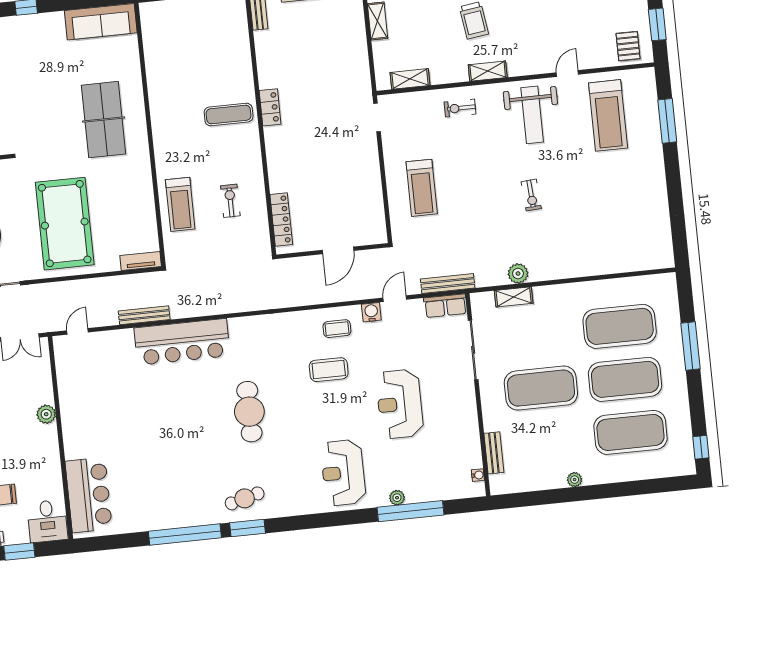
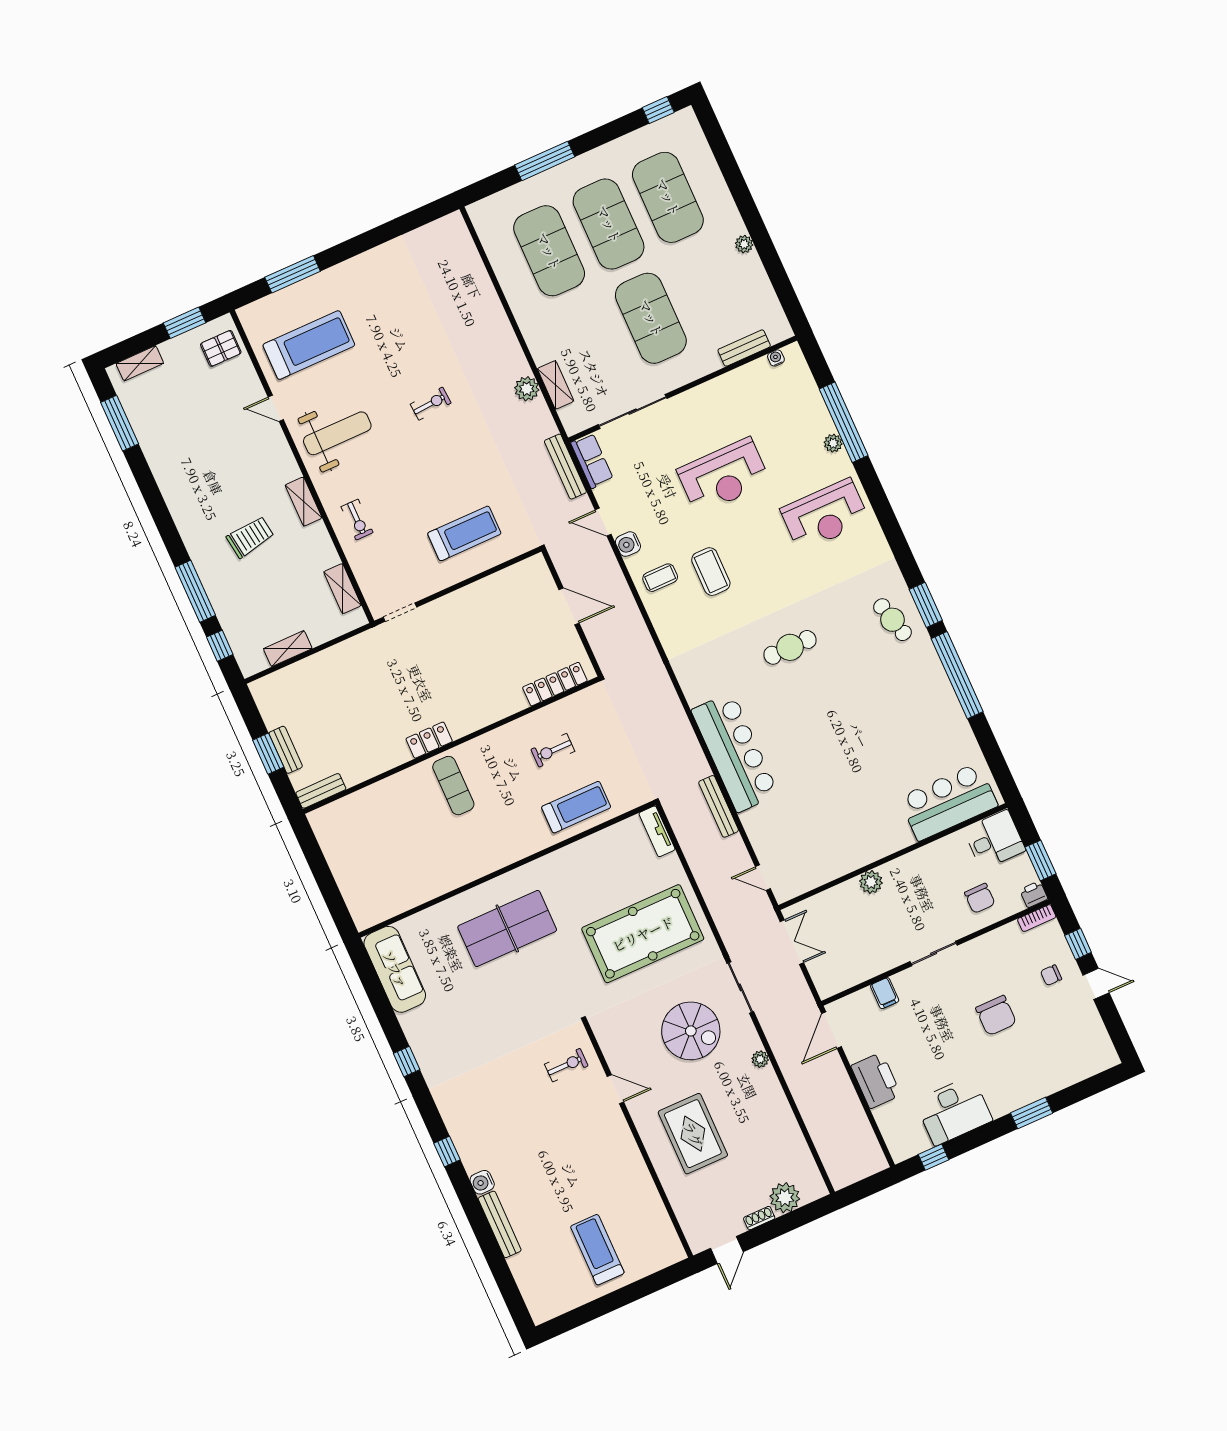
coffee table: (337, 329) -> (660, 578), turned 90
cafe table: (249, 412) -> (790, 647), width x0.73, depth x0.74

